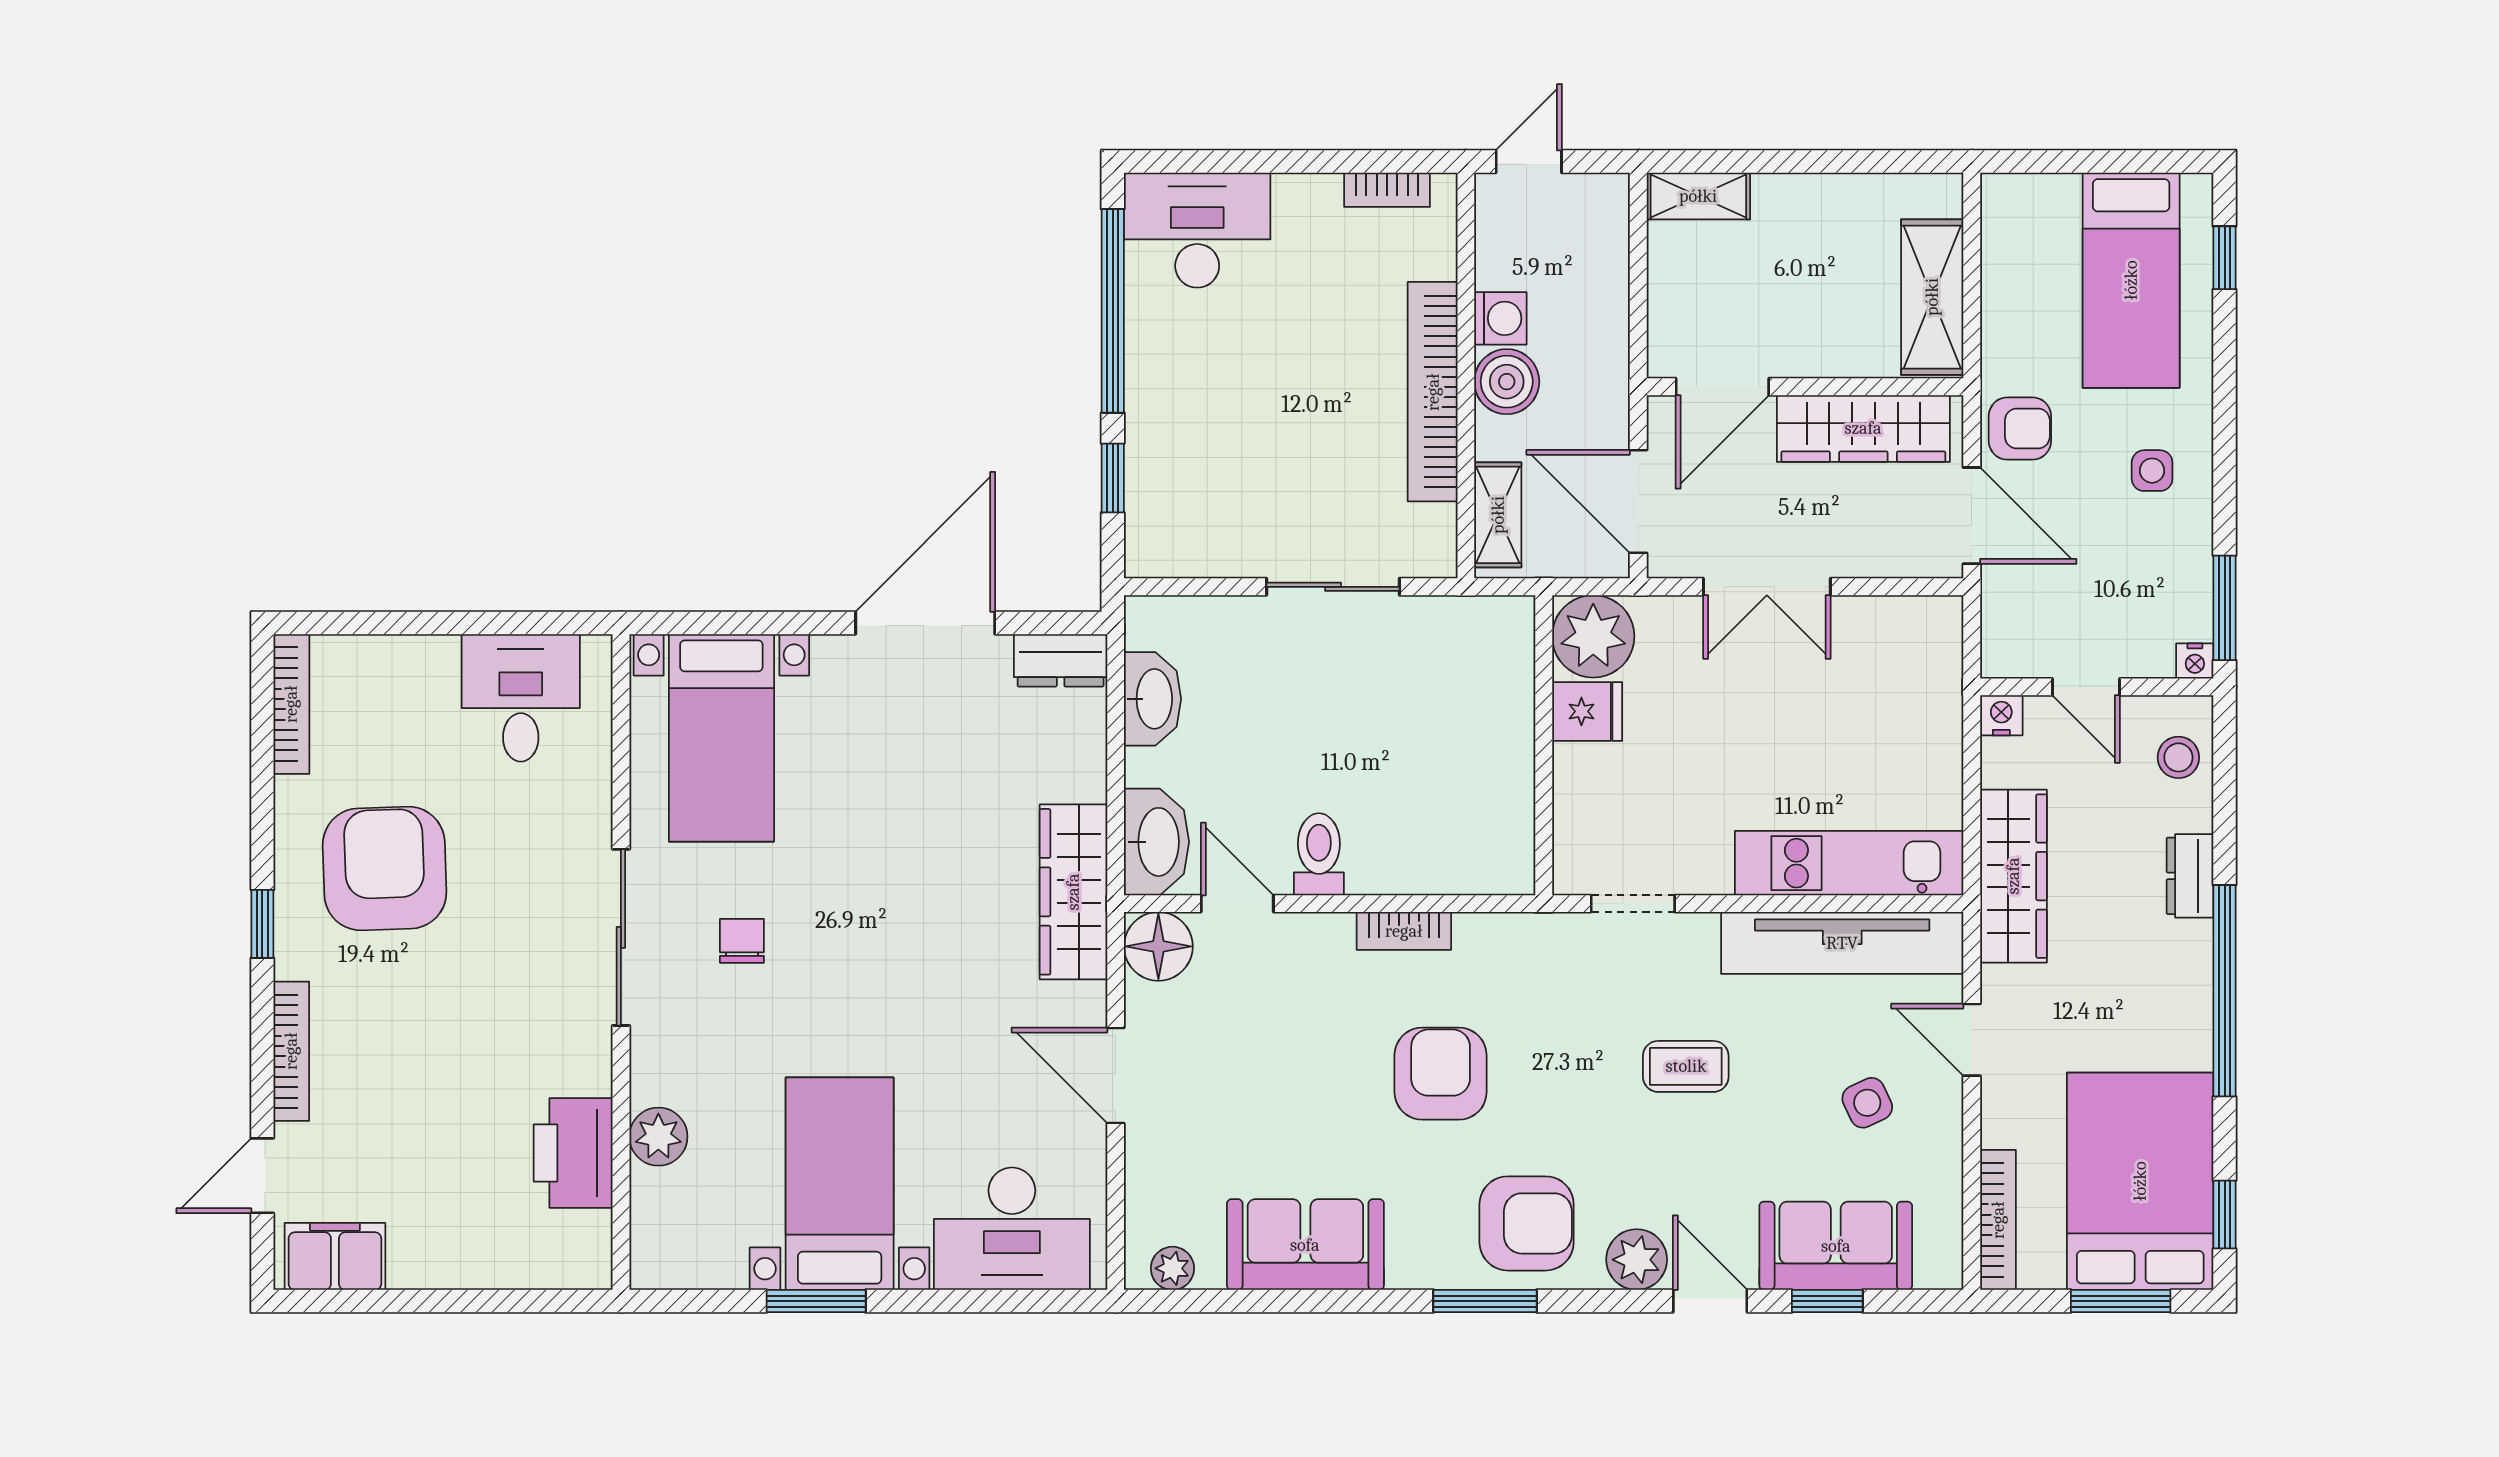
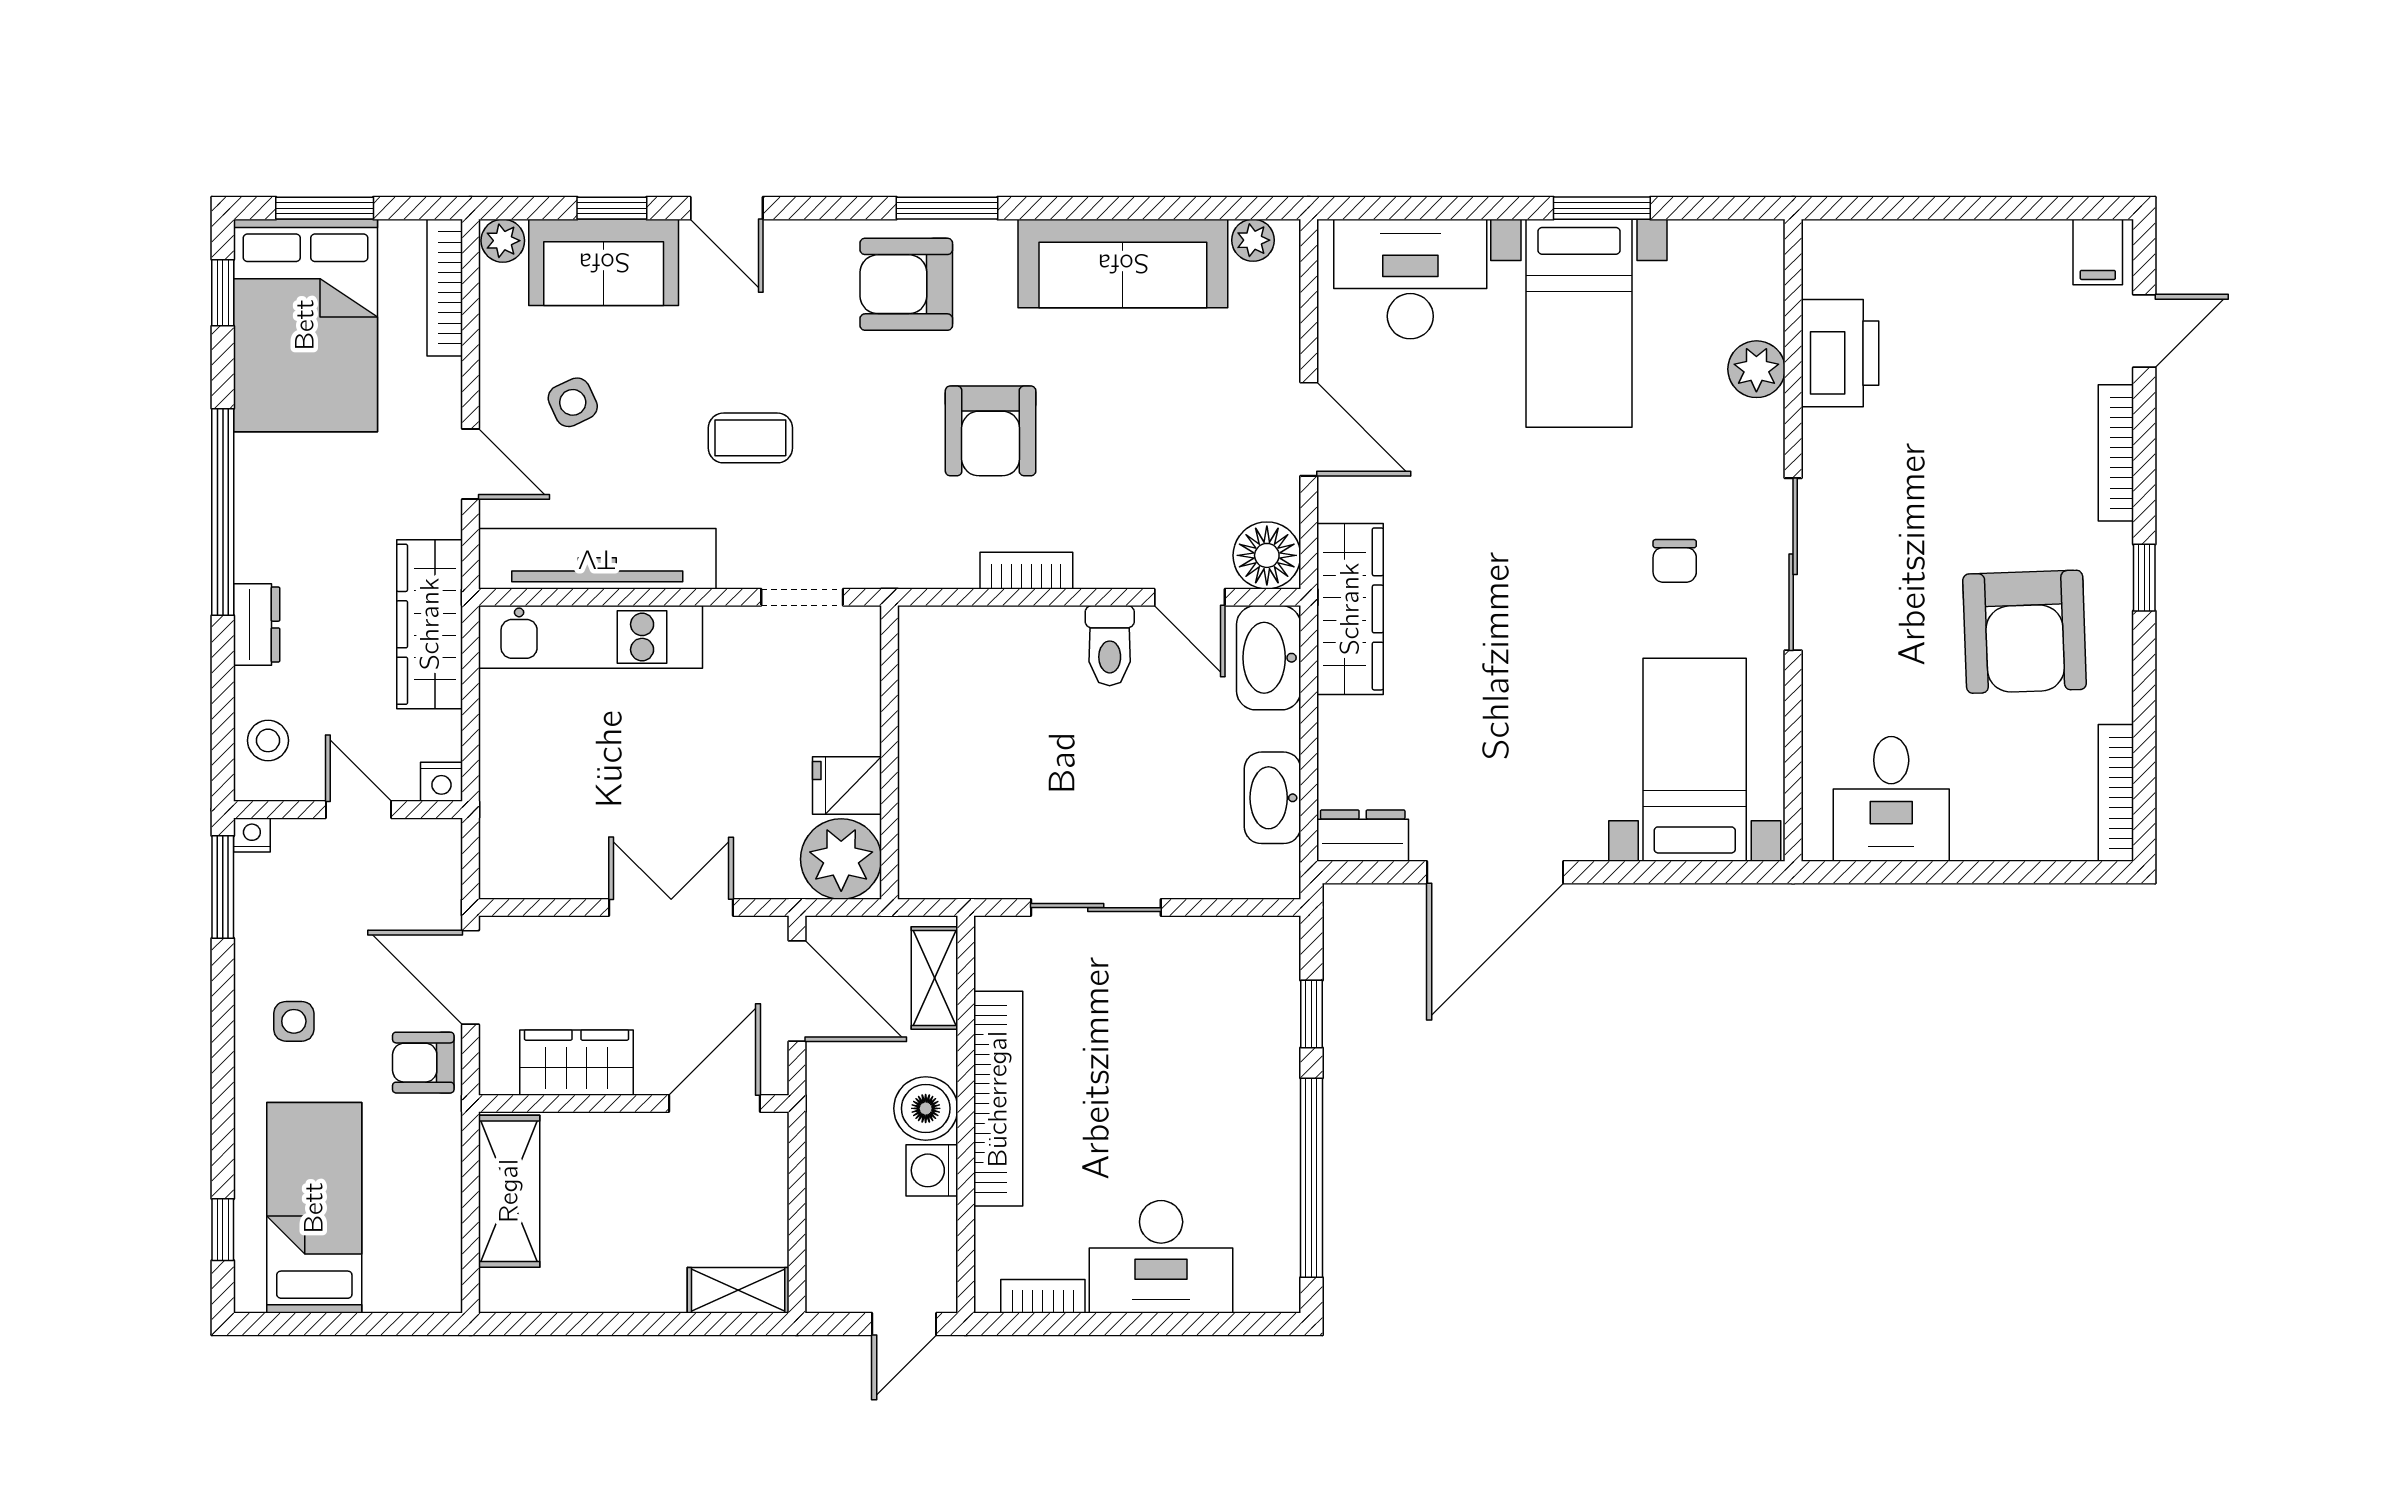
desk: (1197, 230) -> (1161, 1257), moved
wardrobe: (1863, 428) -> (576, 1063), width x0.67
sofa: (1305, 1245) -> (1123, 263), width x1.36
filing cabinet: (335, 1256) -> (2098, 252), width x0.50
plant: (1637, 1260) -> (503, 241), moved, width x0.73, depth x0.73

